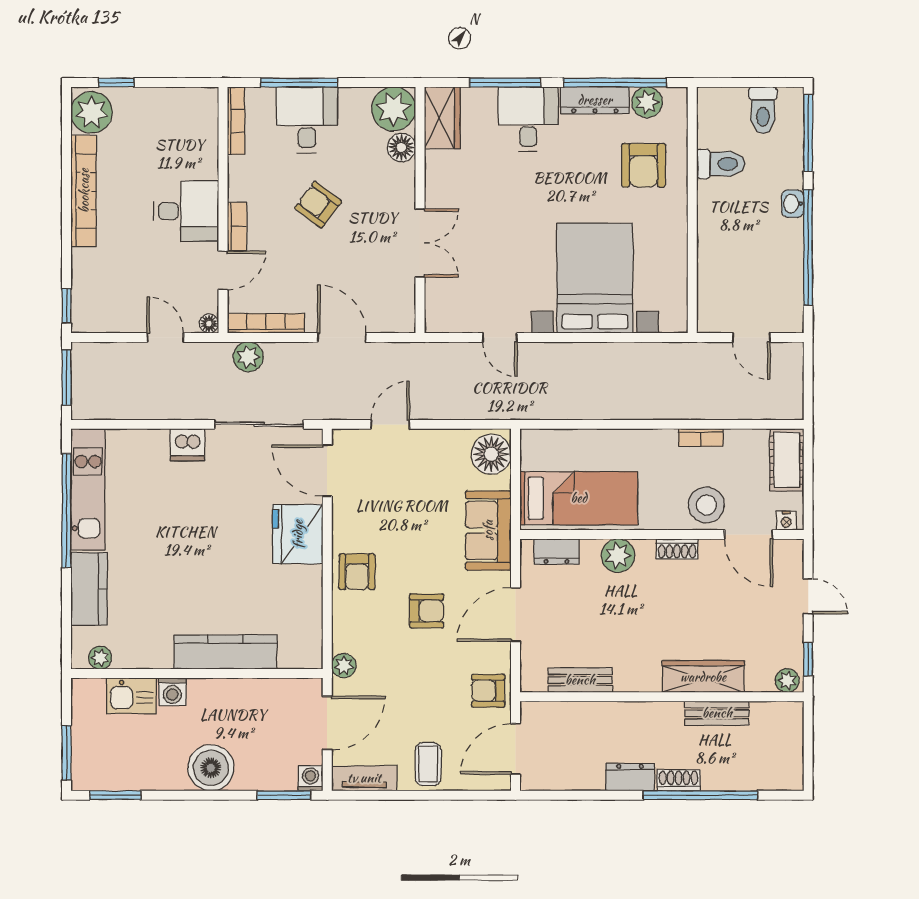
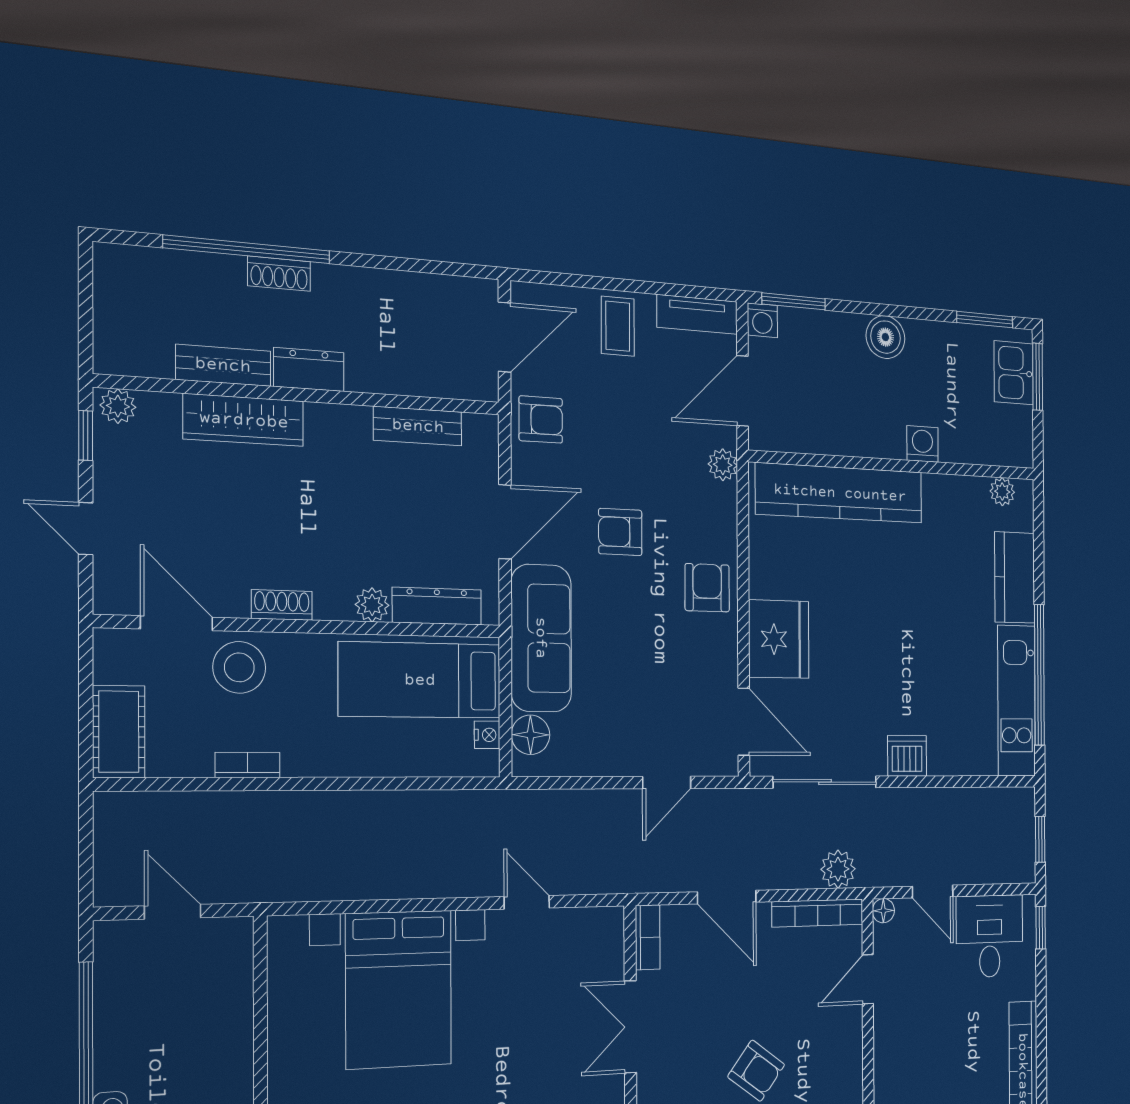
desk: (186, 211) -> (990, 936), moved, turned 90
bookcase: (237, 226) -> (648, 937), moved, turned 180
window: (67, 377) -> (1040, 839), width x0.67
floor lamp: (491, 454) -> (531, 735), width x0.73, depth x0.73
nightstand: (786, 521) -> (487, 735), moved, turned 90
sofa: (488, 530) -> (541, 638), width x1.36
dresser: (556, 552) -> (437, 606), width x1.44
plant: (618, 556) -> (372, 605), width x0.73, depth x0.73
kitchen counter: (225, 652) -> (840, 493), width x1.39, depth x1.17
kitchen sink: (131, 696) -> (1014, 373), moved, turned -90
boiler: (211, 768) -> (885, 337), width x0.73, depth x0.73
dresser: (630, 777) -> (309, 369), moved, turned 180

